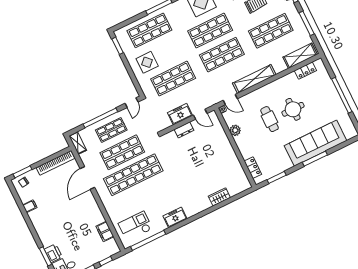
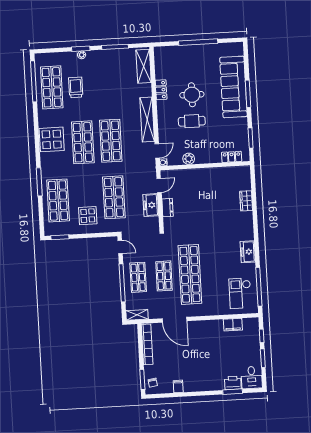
shop shelf: (271, 31) -> (108, 84), removed
locker: (305, 71) -> (161, 90), moved
shop shelf: (122, 152) -> (164, 276), width x0.70, depth x0.74

